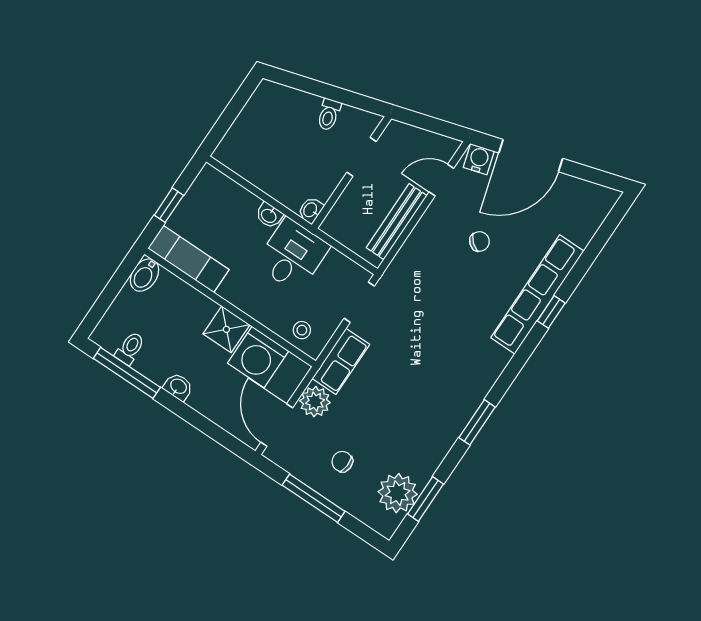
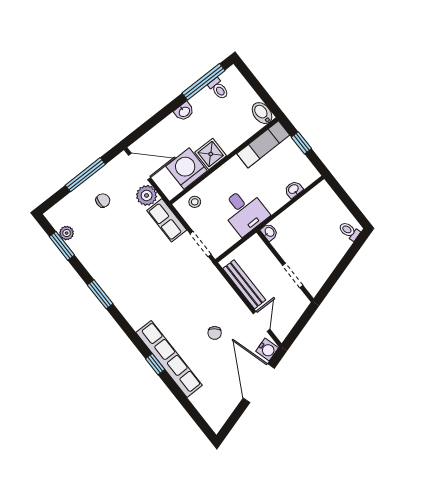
toilet: (329, 115) -> (349, 231), moved
washbasin: (269, 215) -> (294, 189), moved
plant: (398, 493) -> (67, 233), width x0.53, depth x0.53

